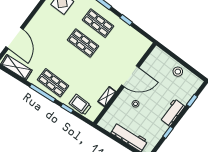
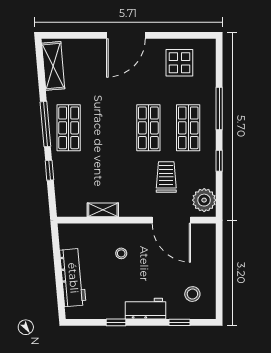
door: (14, 38) -> (126, 35), moved
plant: (140, 42) -> (204, 200), added
stool: (178, 72) -> (192, 294), moved
door: (130, 76) -> (171, 220), moved
trolley: (80, 105) -> (166, 177), moved

